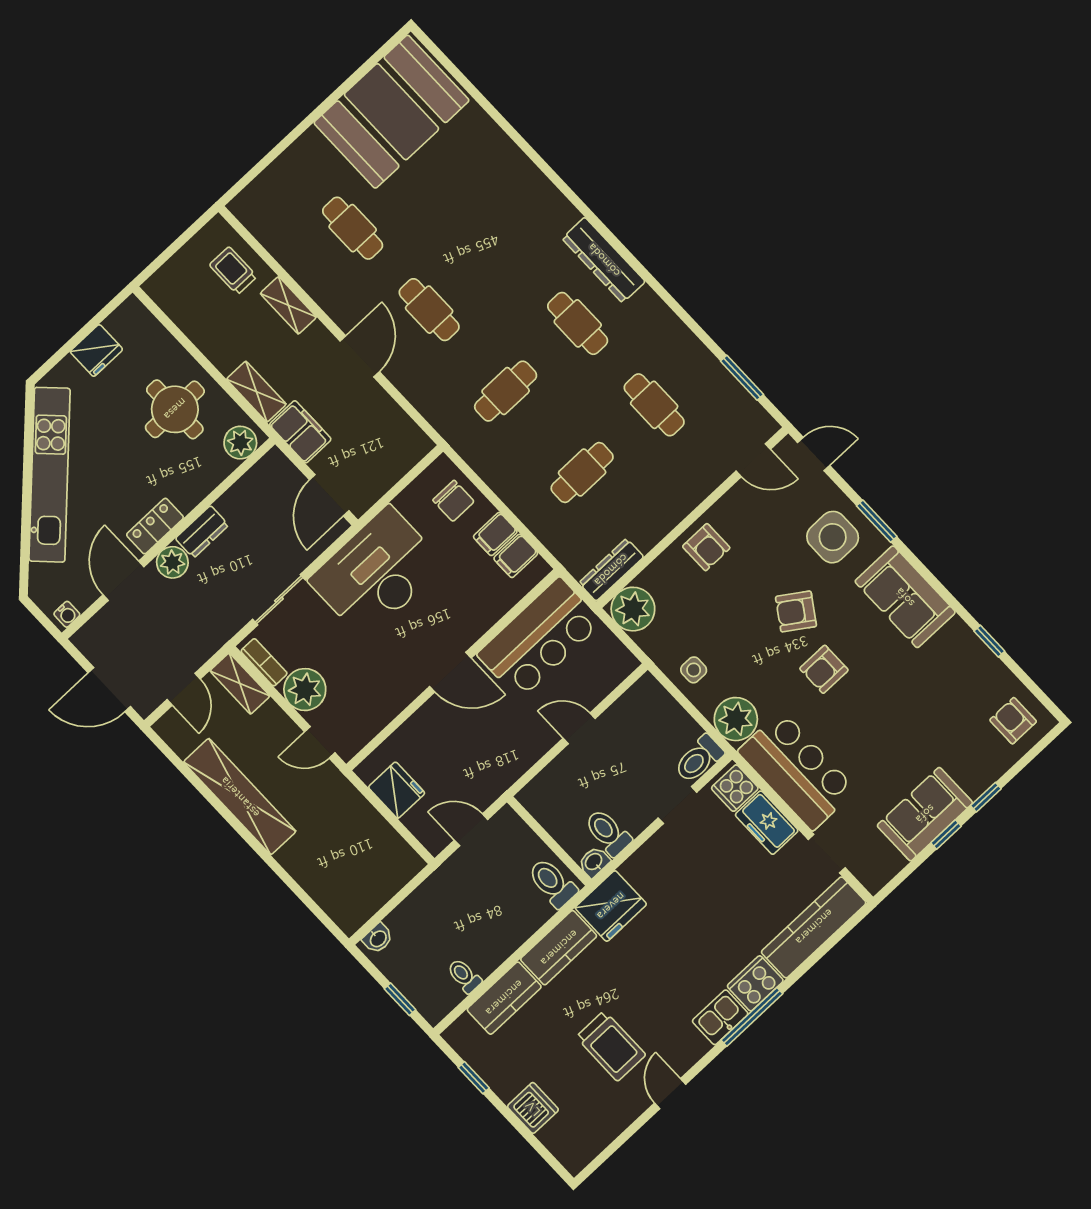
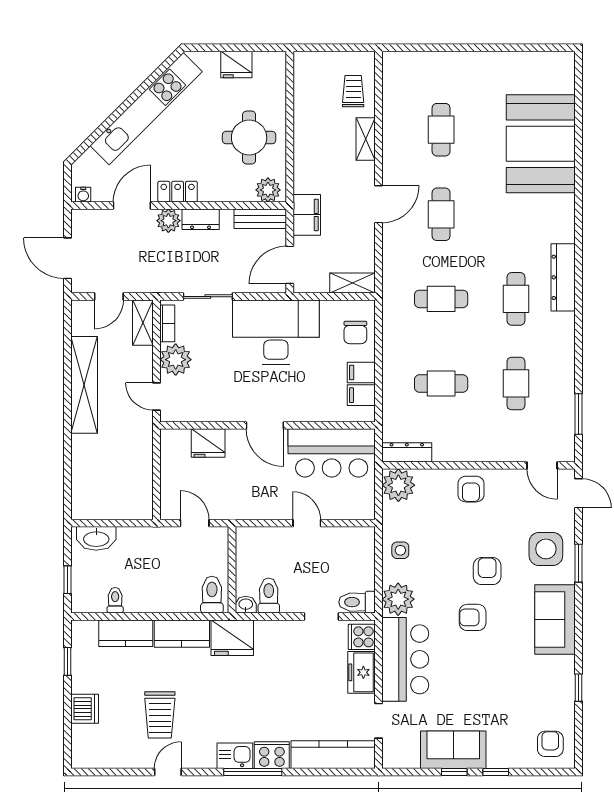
booth: (391, 112) -> (541, 144), moved, turned 90
shelving: (256, 392) -> (353, 283), moved, turned 90
bench: (259, 477) -> (260, 219), added
armchair: (796, 611) -> (487, 571), turned 56
fridge: (397, 790) -> (208, 443), moved, turned 90
washbasin: (378, 938) -> (96, 538), width x1.91, depth x1.45

